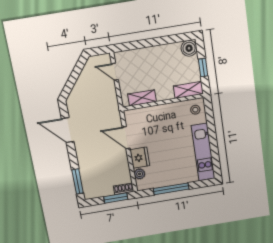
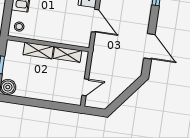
door: (115, 72) -> (85, 87), hinge flipped
shelving: (188, 90) -> (38, 51), moved

